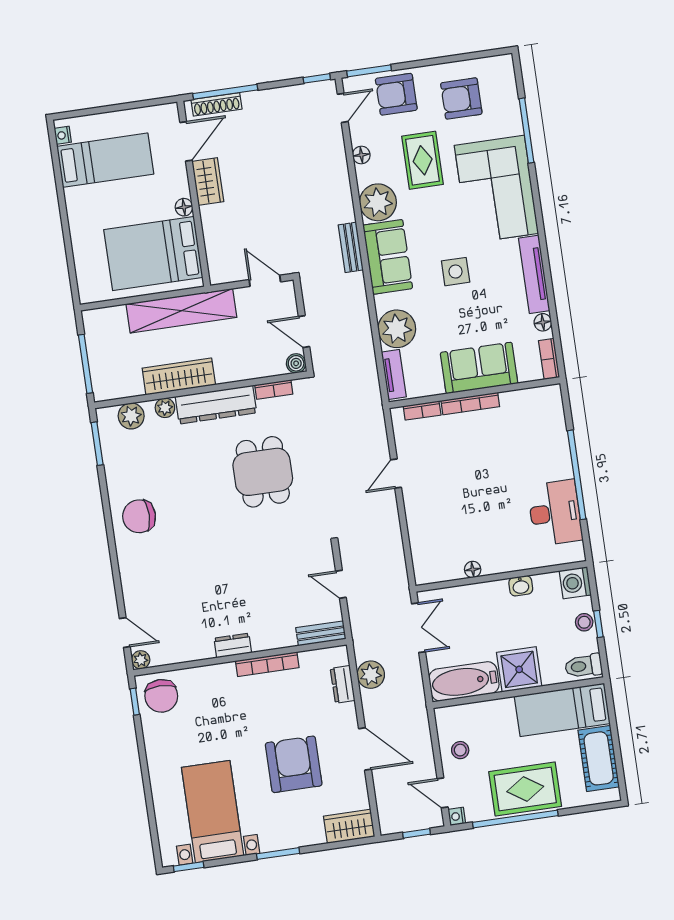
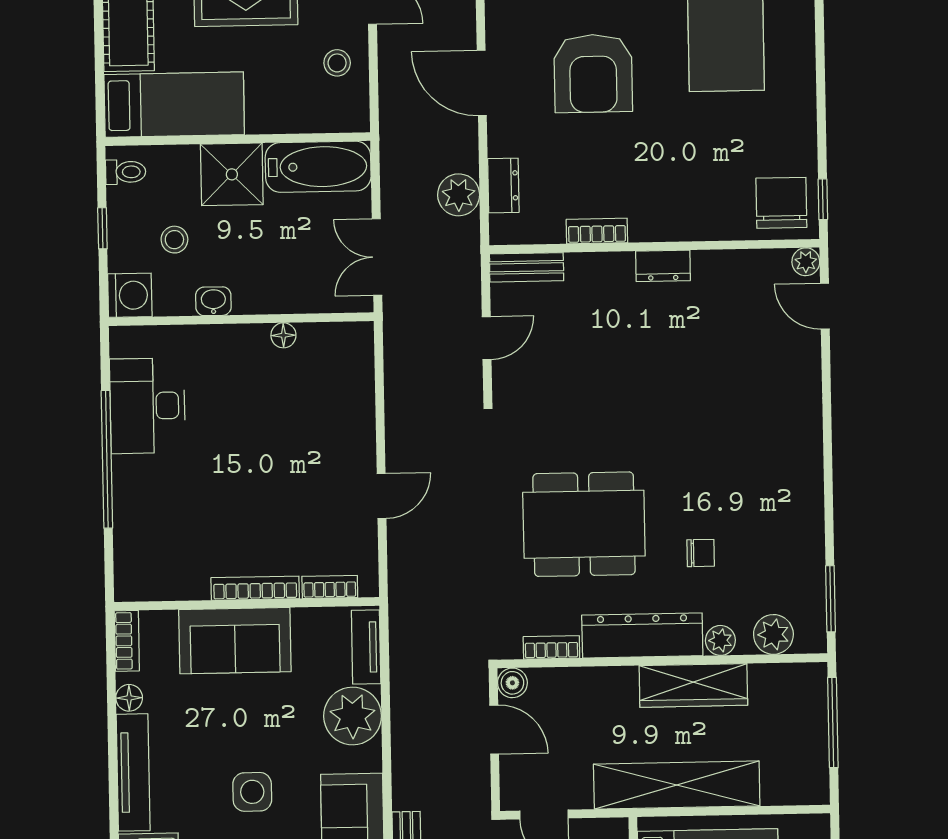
dining table: (263, 472) -> (584, 524), width x1.37
chair: (139, 516) -> (701, 553), moved, width x0.54, depth x0.54
door: (341, 584) -> (487, 338), hinge flipped
stool: (584, 622) -> (174, 240), moved
bookcase: (267, 664) -> (597, 231), width x0.64
toilet: (584, 666) -> (126, 172), width x0.73, depth x0.72

